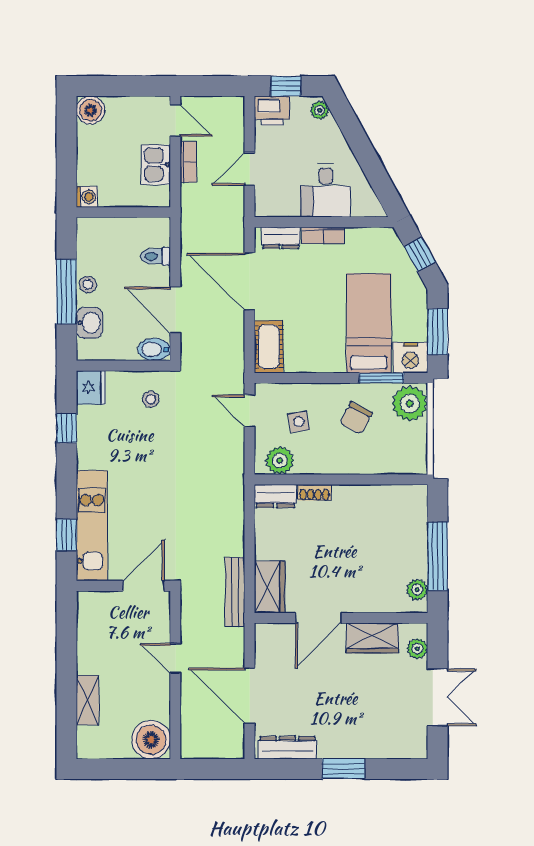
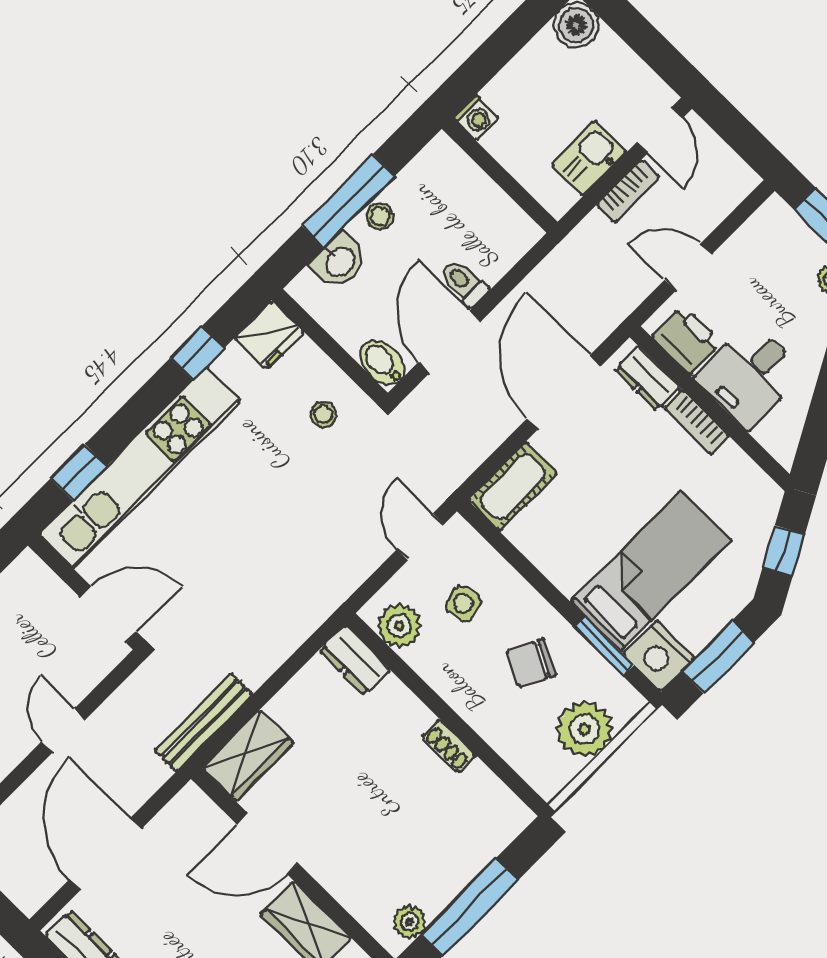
printer: (272, 111) -> (687, 340), moved, turned 180
toilet: (155, 256) -> (464, 283), moved
plant: (410, 404) -> (584, 729), moved
shoe rack: (314, 492) -> (449, 746), moved
kitchen unit: (92, 526) -> (140, 468), width x1.36

